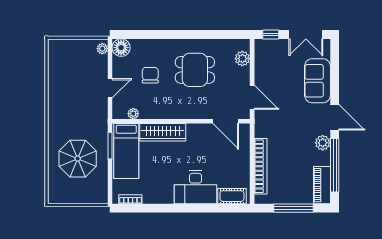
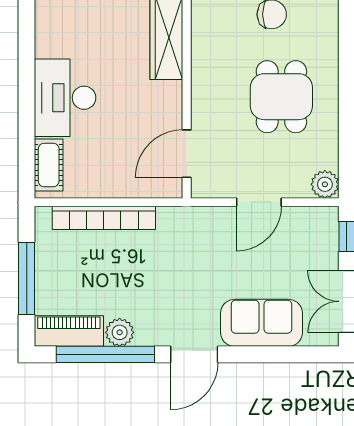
plant: (242, 59) -> (325, 184), moved
door: (252, 97) -> (259, 202), moved
plant: (323, 143) -> (120, 332), moved

